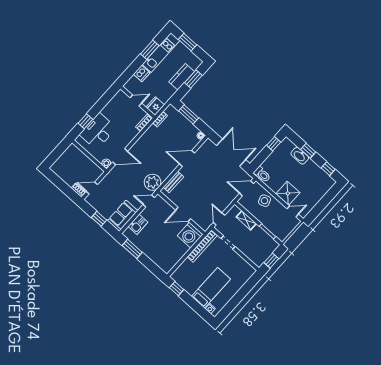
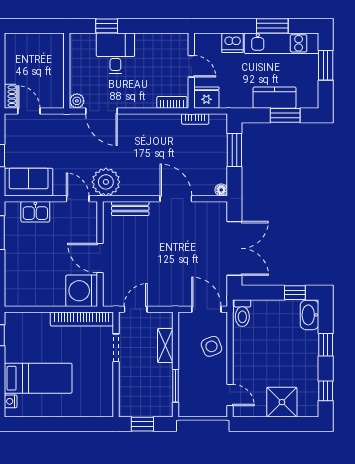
desk: (98, 131) -> (115, 53), width x0.73
washbasin: (300, 156) -> (309, 315), moved
shower: (288, 193) -> (282, 402), moved

